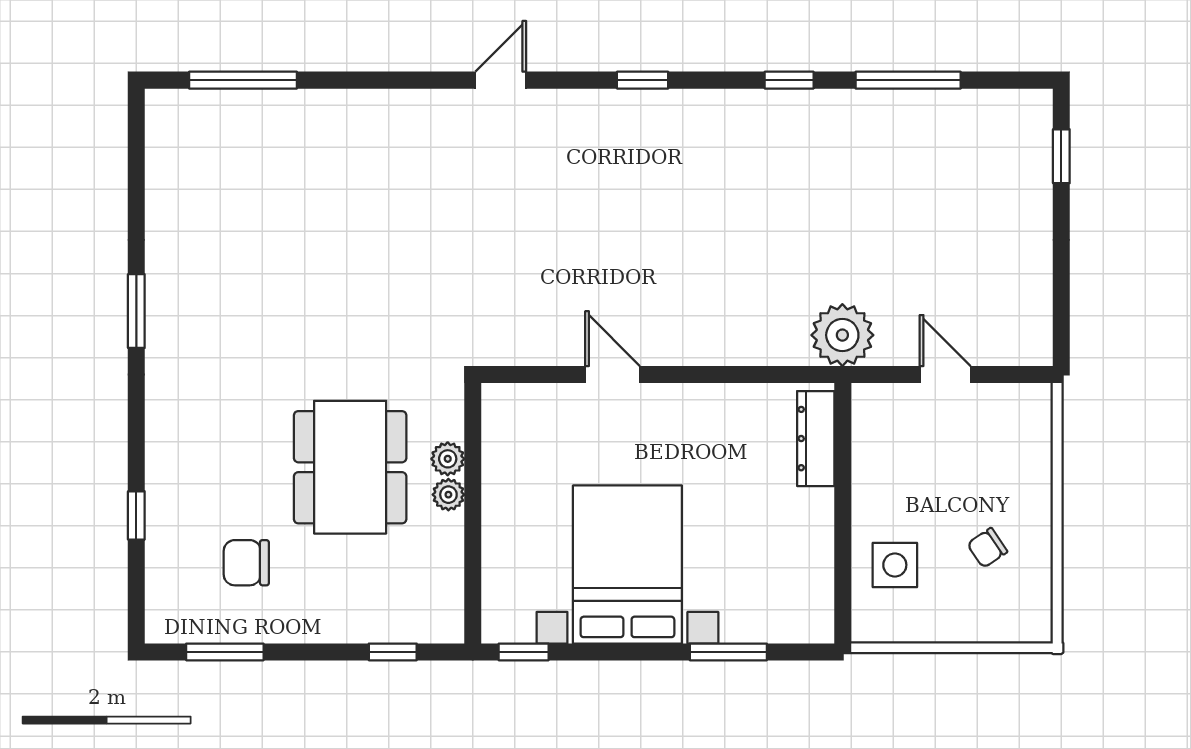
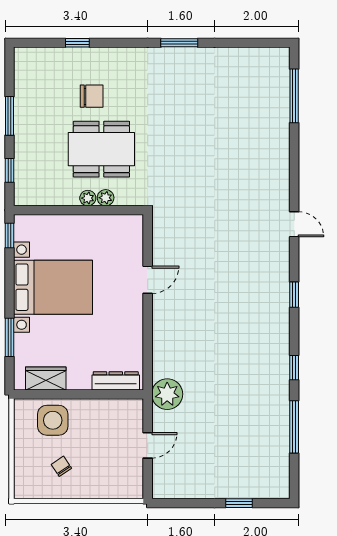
window: (1061, 156) -> (239, 503), moved
chair: (246, 563) -> (92, 96), moved, turned 90
side table: (895, 565) -> (53, 420), width x1.37, depth x1.37
wardrobe: (811, 579) -> (46, 379), added
window: (225, 652) -> (9, 116), moved

